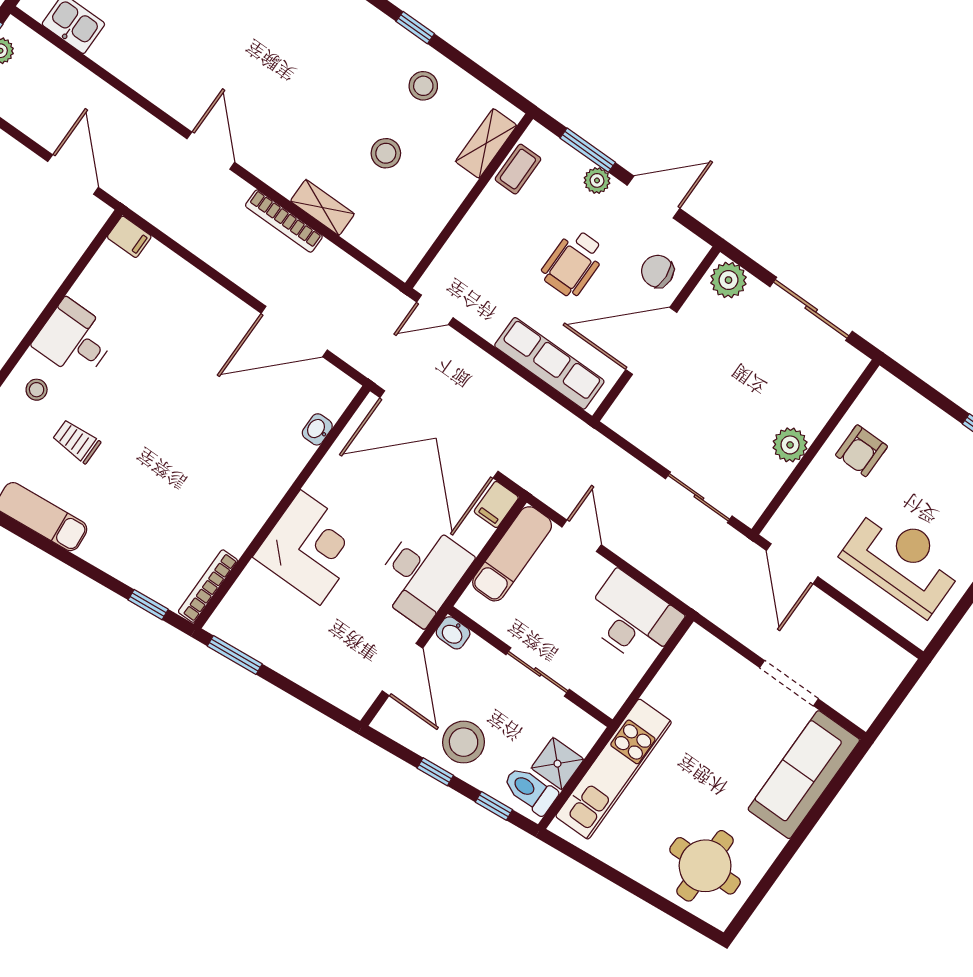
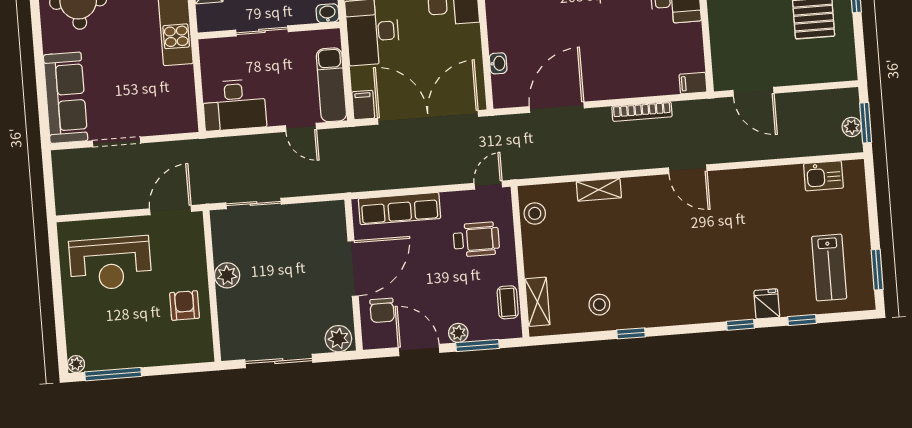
stool: (386, 153) -> (535, 213), moved
door: (654, 197) -> (419, 350), swing flipped
bookcase: (284, 221) -> (642, 112), moved, turned 180
wheelchair: (573, 263) -> (476, 239), moved, turned 90
chair: (658, 271) -> (382, 310), turned 93
door: (792, 564) -> (171, 210), hinge flipped

